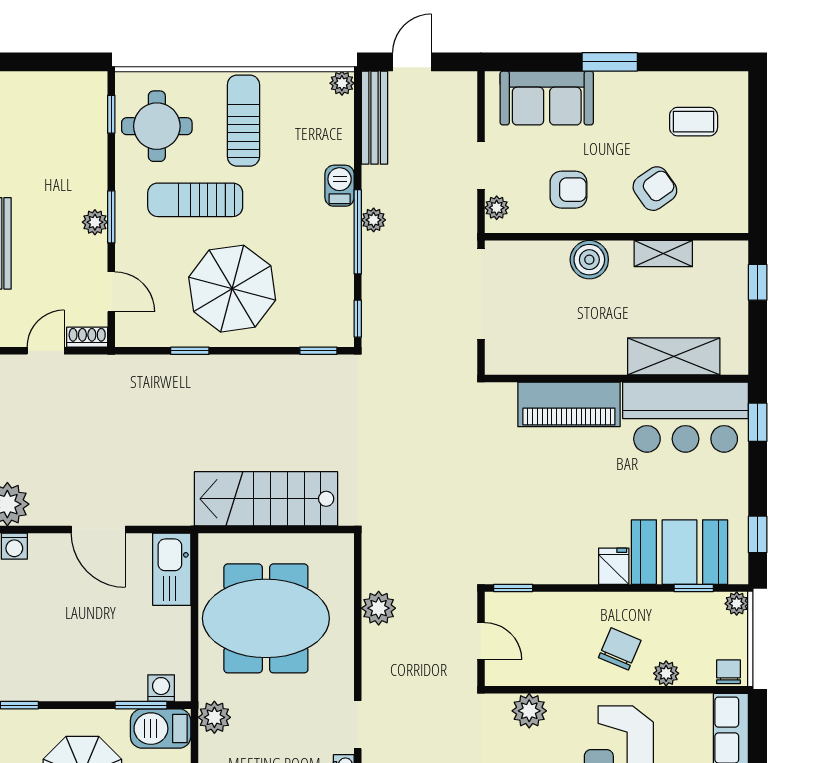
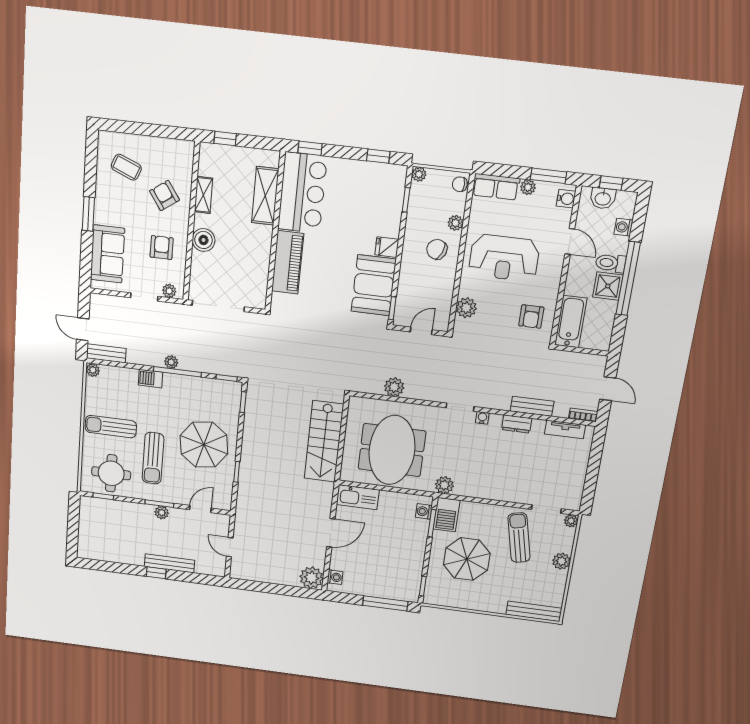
bench: (375, 118) -> (106, 353), width x0.73
coffee table: (694, 122) -> (126, 167), turned -68
shoe rack: (87, 337) -> (224, 525), removed
booth: (679, 552) -> (374, 285), moved

